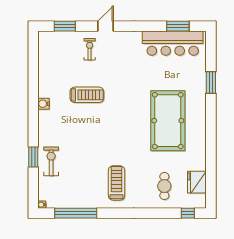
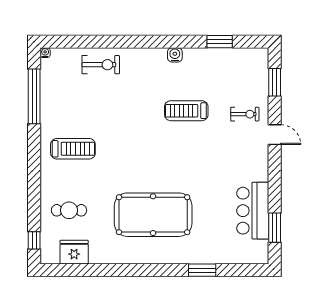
bar counter: (173, 43) -> (253, 211), width x0.73
treadmill: (87, 95) -> (186, 111), turned 90
window: (33, 157) -> (220, 42), moved

